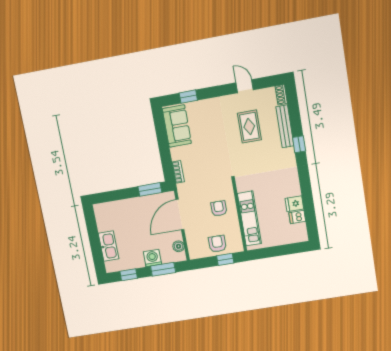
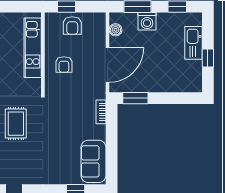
rug: (249, 127) -> (16, 124), moved
window: (94, 235) -> (208, 58), added

